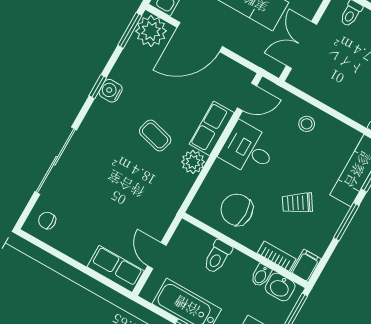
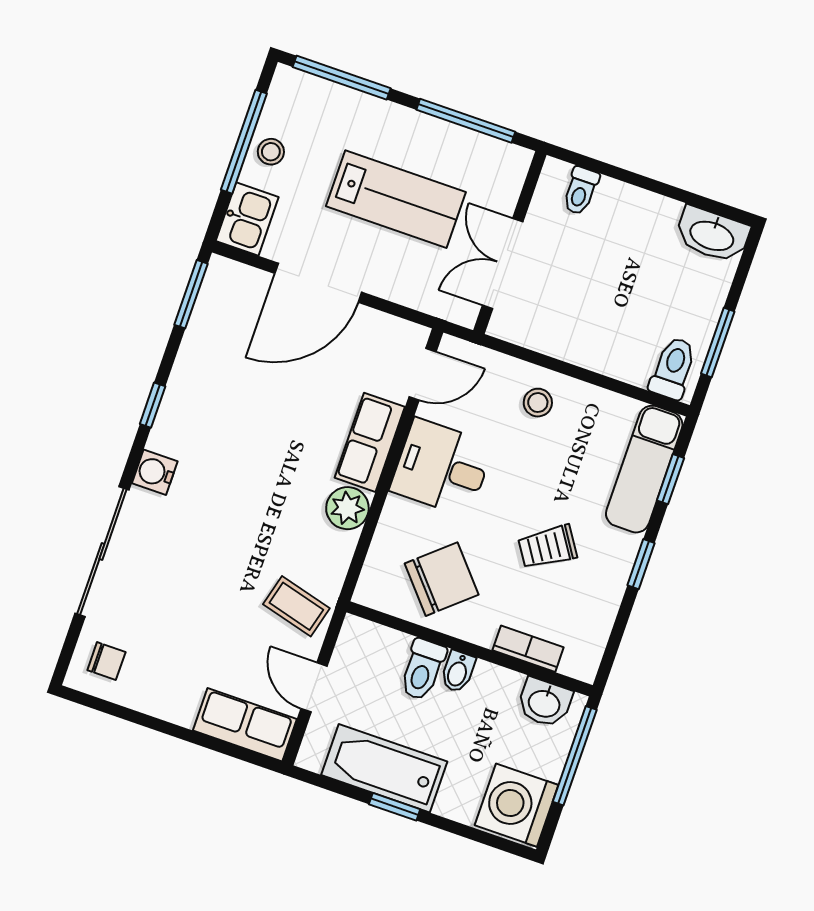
plant: (151, 31) -> (229, 288), removed
water cooler: (111, 91) -> (155, 472), moved
coffee table: (155, 136) -> (296, 606), moved
chair: (237, 210) -> (442, 579), turned 139
chair: (47, 220) -> (106, 661), turned 180
window: (346, 222) -> (641, 564), width x0.67
filing cabinet: (306, 266) -> (583, 656), removed
bidet: (261, 275) -> (458, 671), moved

